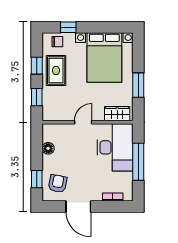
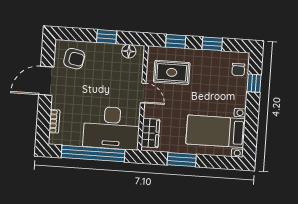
bed with nightstands: (104, 57) -> (216, 131), width x0.73
rug: (56, 70) -> (172, 72), moved
floor lamp: (48, 148) -> (129, 51), moved
window: (138, 162) -> (93, 154), width x1.46
window: (37, 179) -> (107, 37), moved

